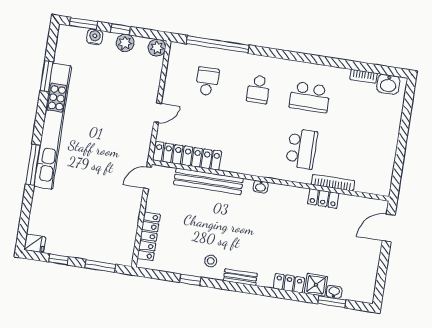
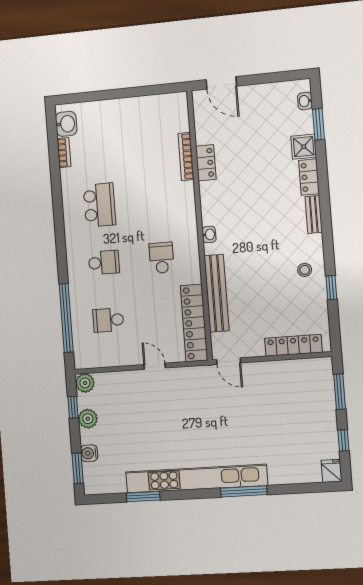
window: (120, 29) -> (73, 407), moved
school desk: (302, 149) -> (162, 258), moved, width x0.54
bench: (240, 277) -> (314, 214), moved
washbasin: (334, 292) -> (305, 101), moved

